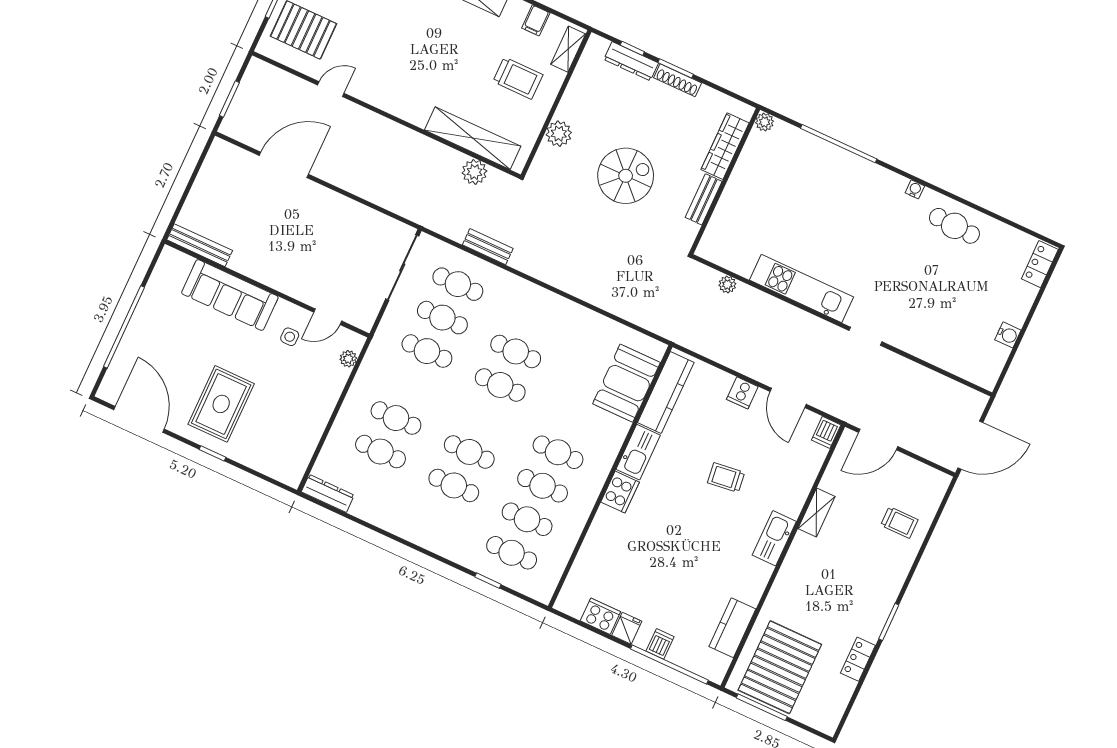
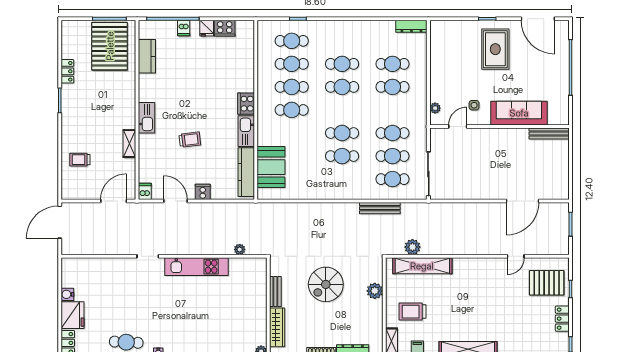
bench: (488, 247) -> (380, 208), width x1.36
fridge: (1014, 301) -> (72, 315), added

